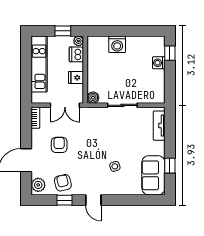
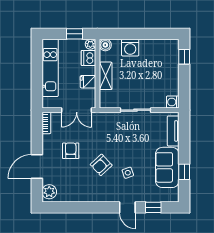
washing machine: (159, 63) -> (173, 102), moved
shelving: (93, 72) -> (106, 76), added
boiler: (93, 98) -> (105, 45), moved
sofa: (153, 175) -> (167, 167), moved
armchair: (63, 183) -> (101, 165), moved, turned -120
window: (65, 200) -> (153, 207), moved
door: (93, 200) -> (127, 207), moved

